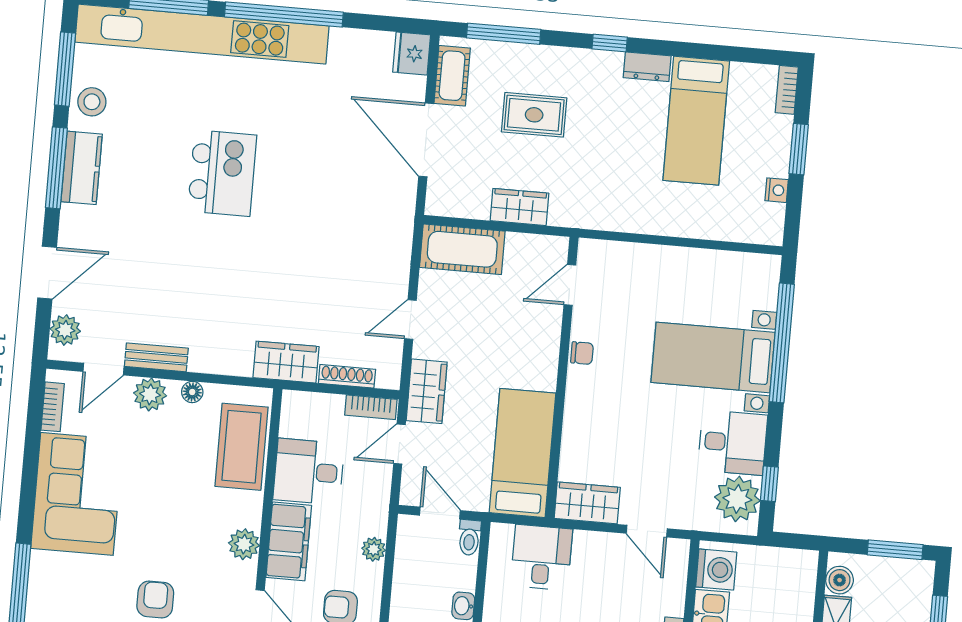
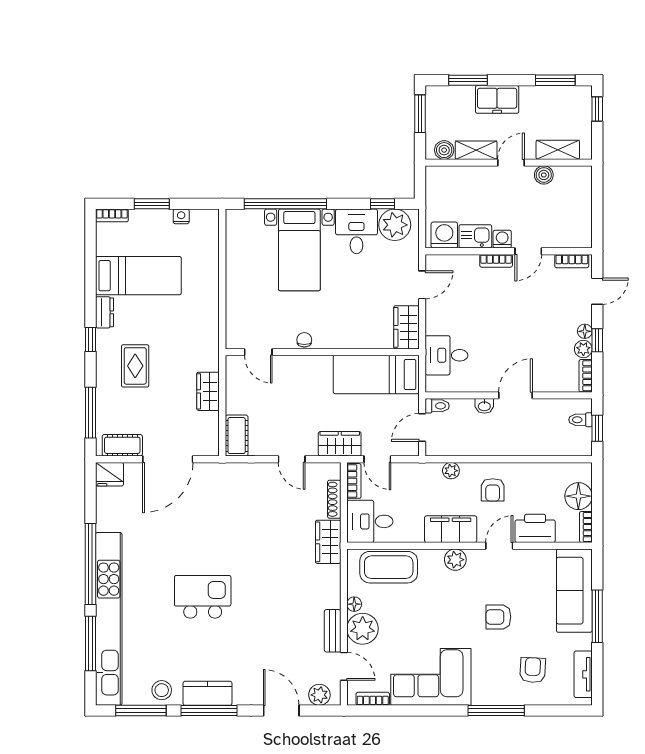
rug: (534, 115) -> (135, 366), moved
cot: (462, 249) -> (237, 436), width x0.73, depth x0.75
plant: (150, 394) -> (363, 629), width x1.36, depth x1.36
desk: (309, 472) -> (370, 521), moved, turned 90

